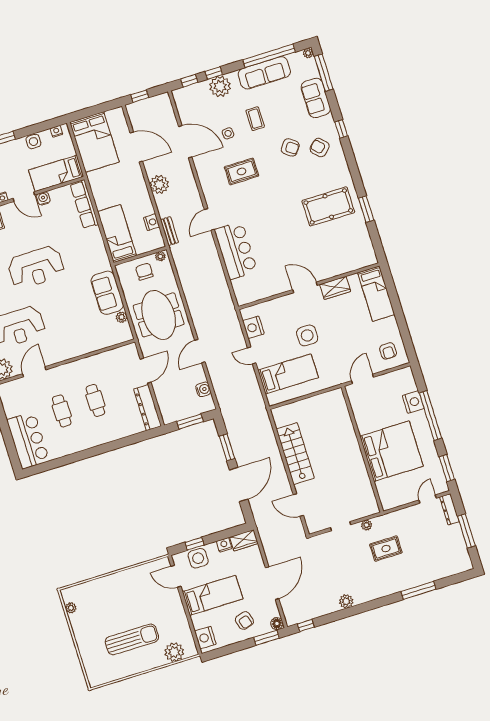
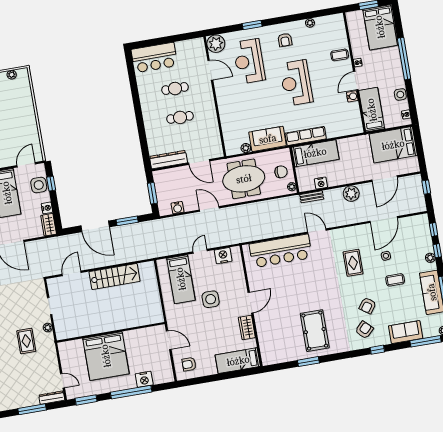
plant: (220, 86) -> (430, 258), width x0.53, depth x0.53
row of seats: (84, 204) -> (306, 136), moved
bar counter: (236, 250) -> (281, 251), width x1.36

